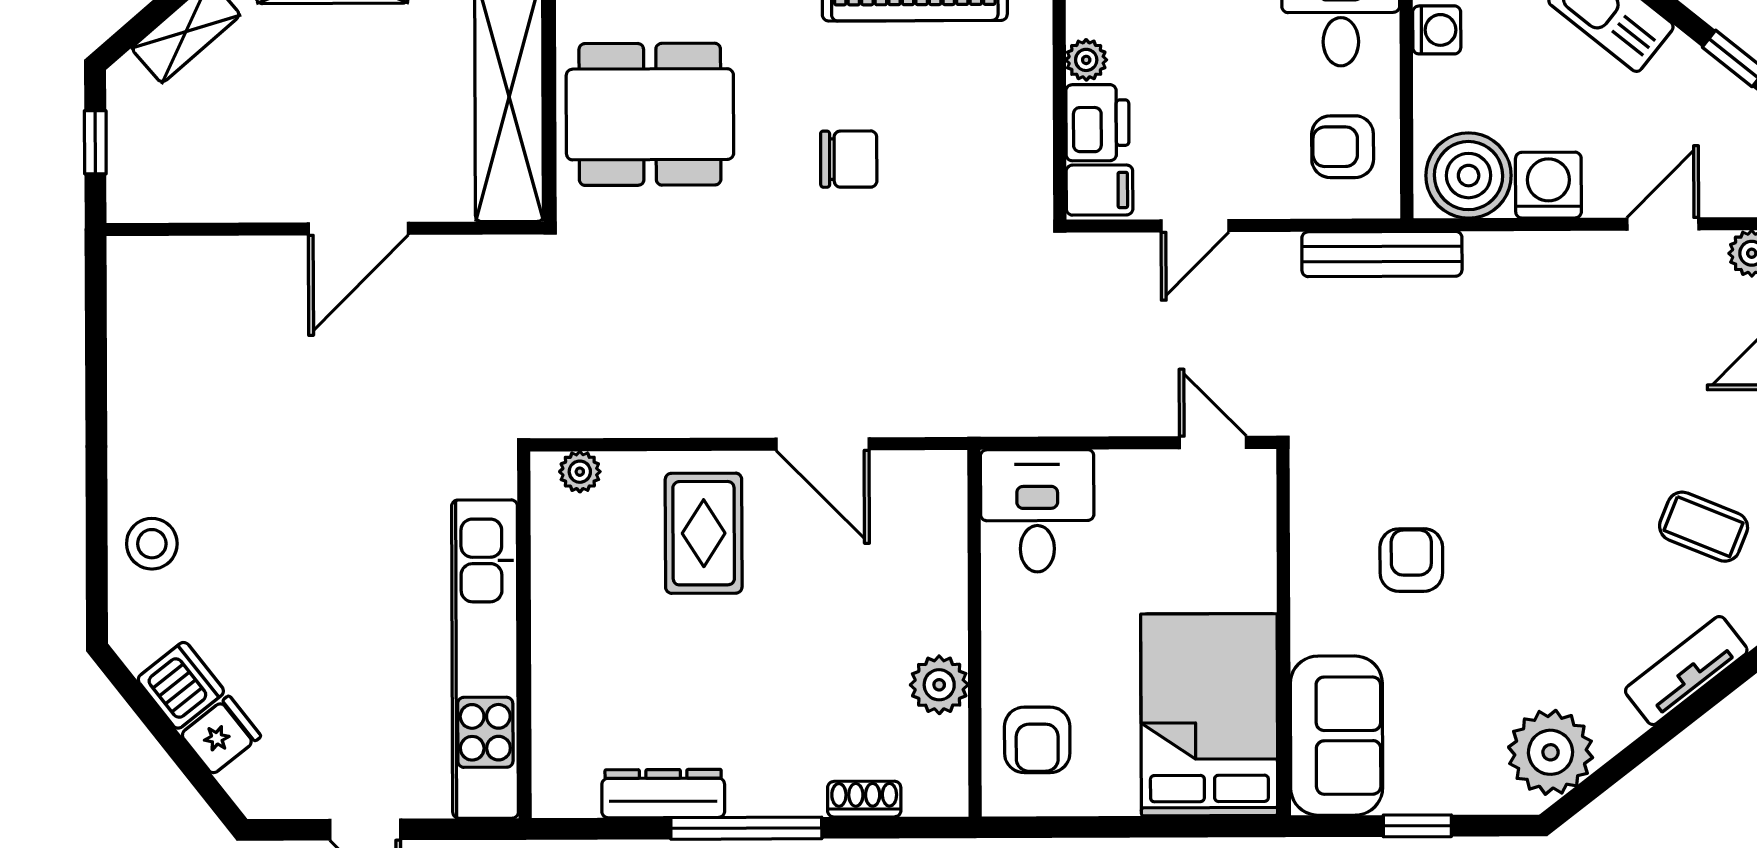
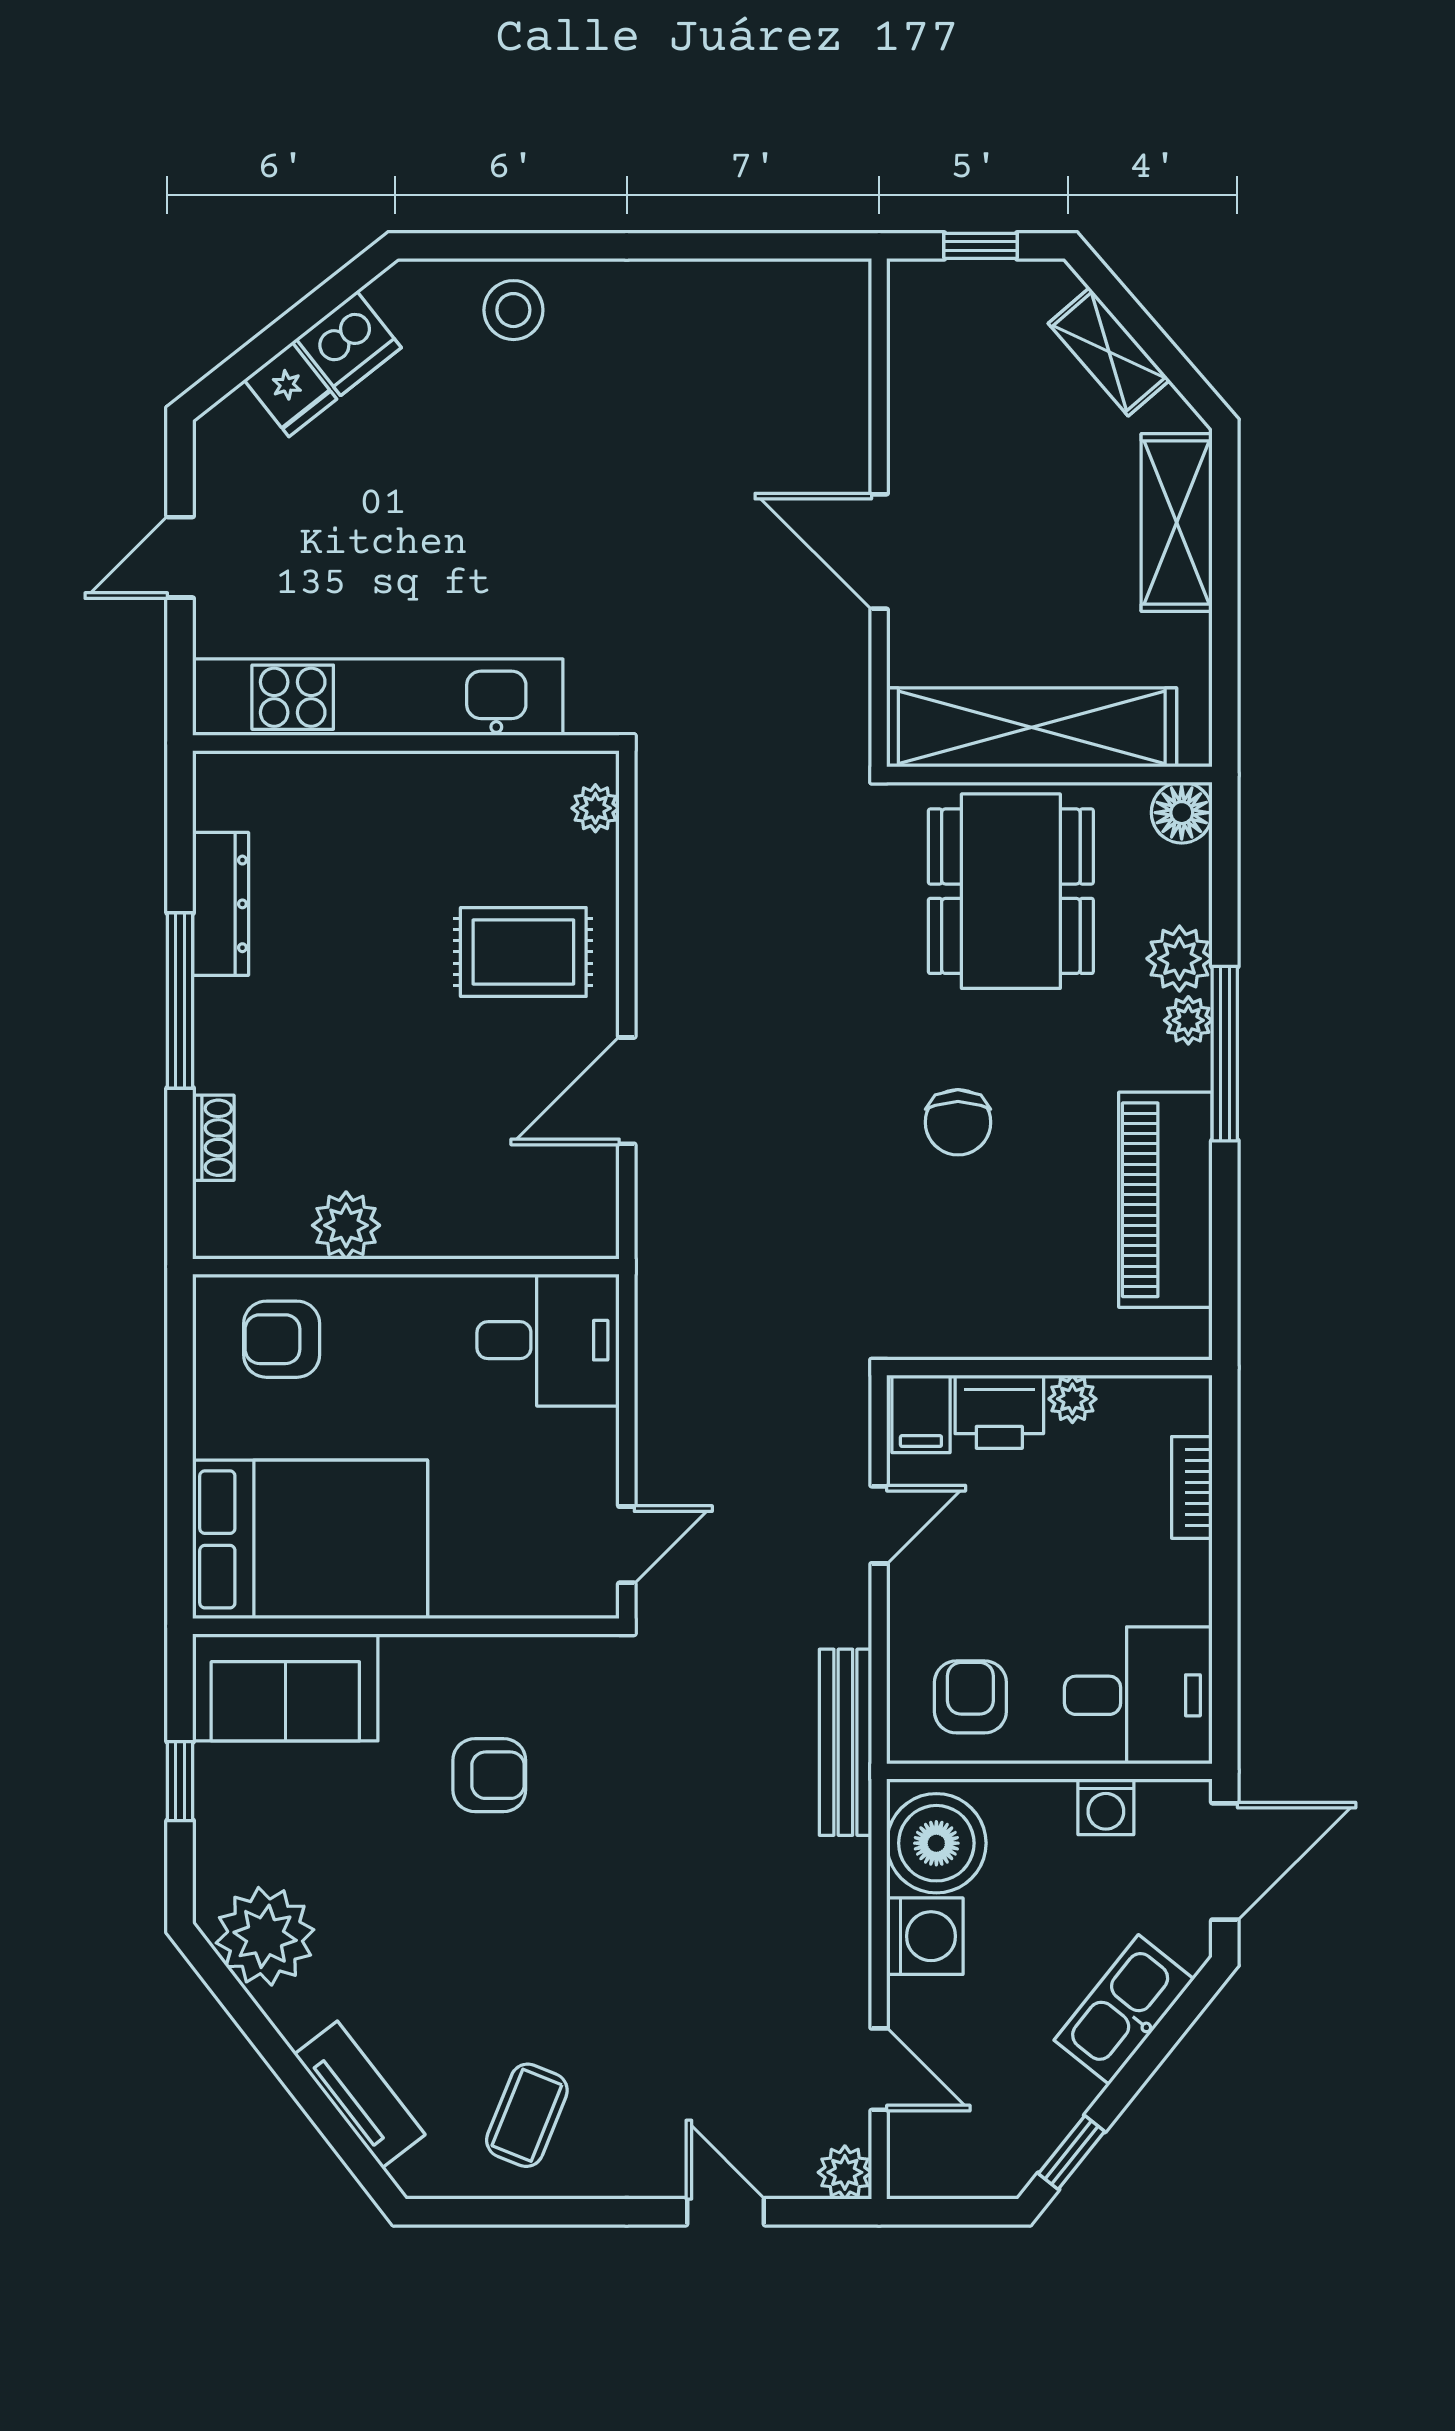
door: (1195, 226) -> (879, 1525), swing flipped

